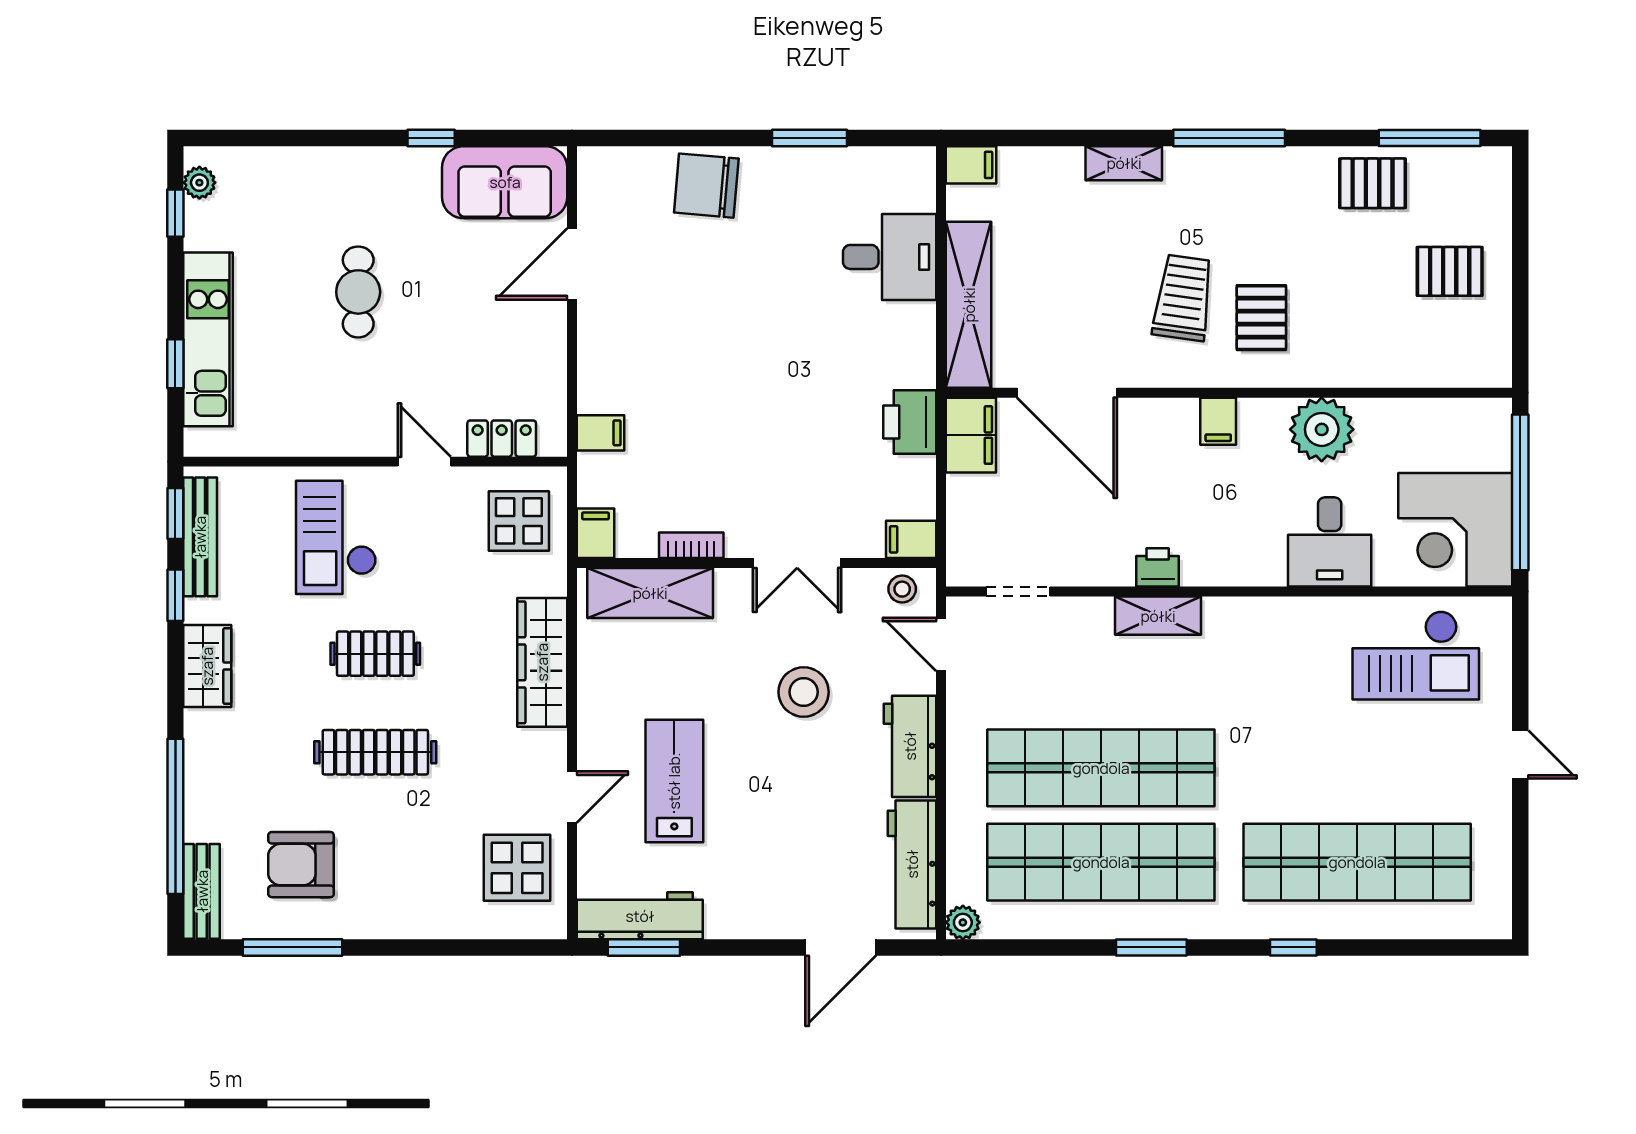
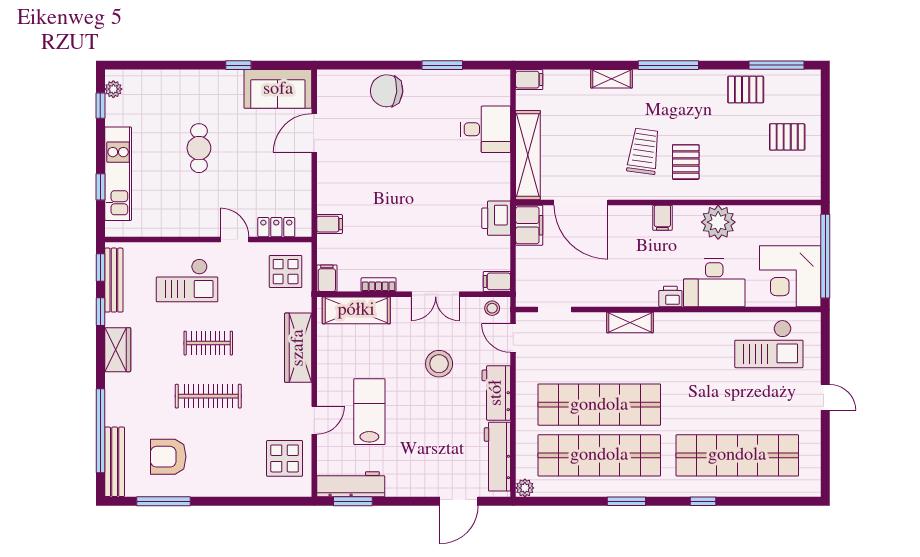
checkout: (336, 537) -> (187, 280), turned -90
desk: (1330, 542) -> (714, 283), width x1.37
printer: (1158, 567) -> (670, 296), moved
bench: (202, 891) -> (115, 462), width x1.36

